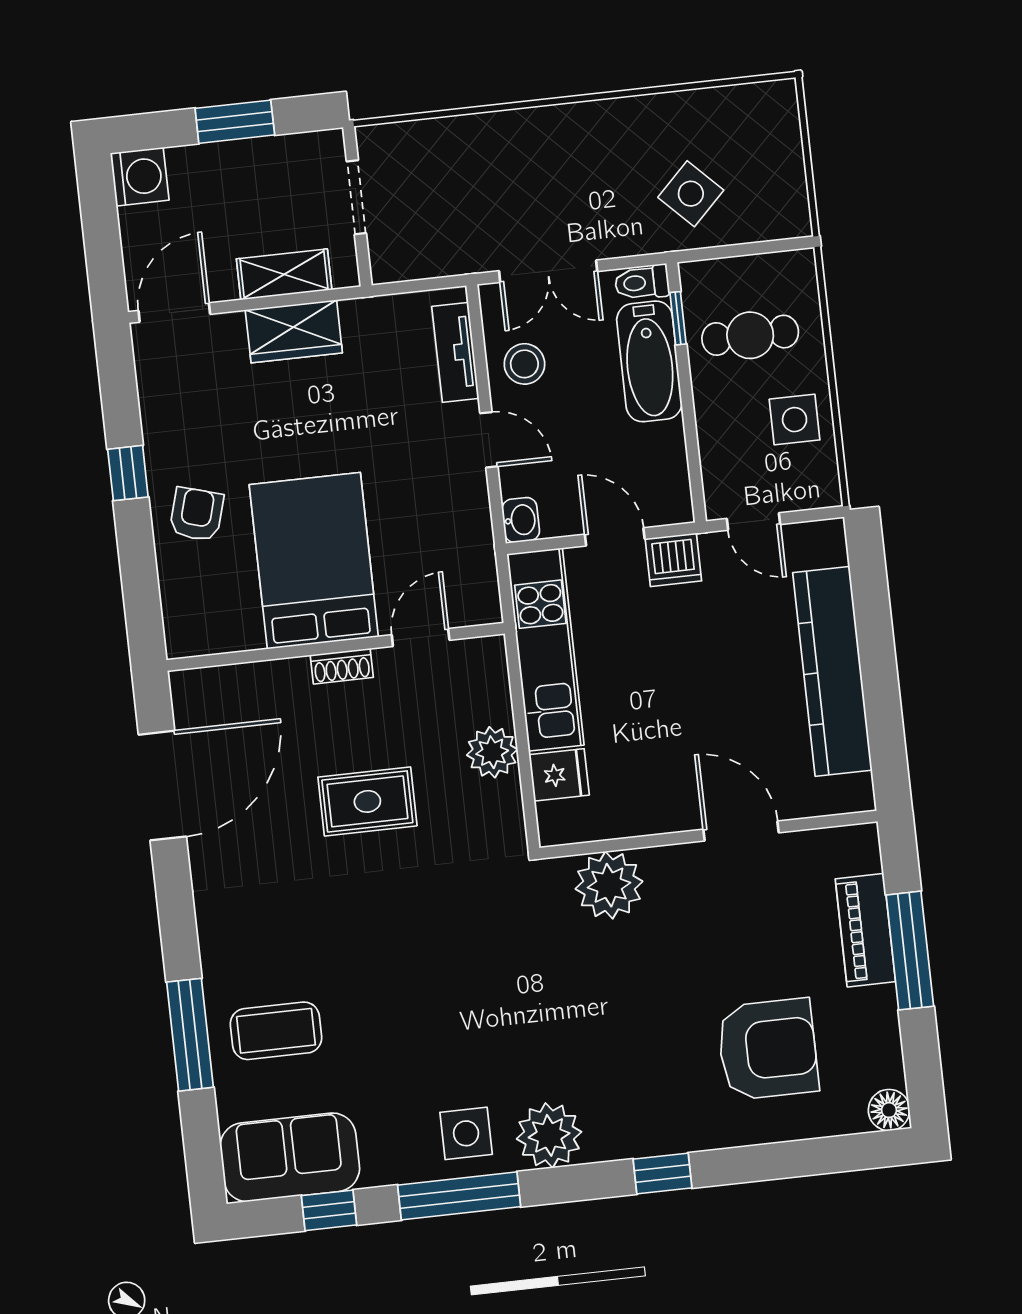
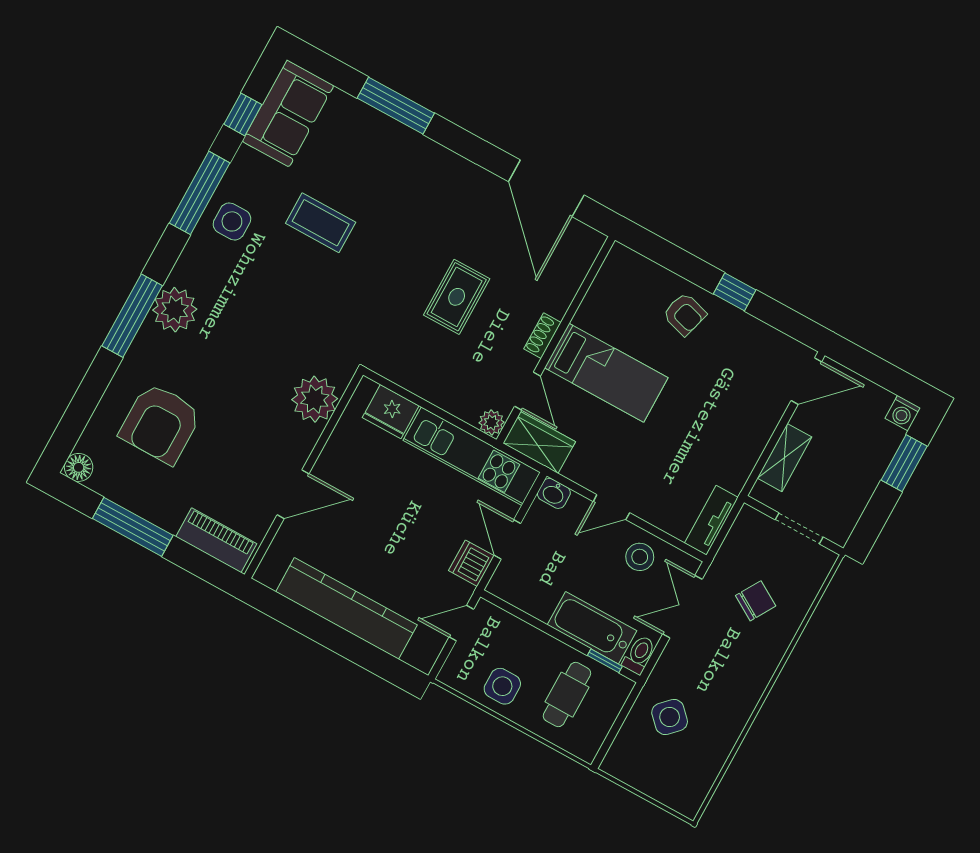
window: (235, 122) -> (904, 463), moved
washing machine: (140, 177) -> (903, 413), width x0.73, depth x0.73
chair: (480, 188) -> (756, 601), added
door: (174, 312) -> (806, 381), hinge flipped
wardrobe: (294, 331) -> (539, 443), moved, turned 90
tv unit: (455, 352) -> (711, 520), moved, turned -90
door: (615, 537) -> (507, 539), swing flipped
bed: (314, 561) -> (606, 373), width x0.67
plant: (492, 752) -> (491, 423), moved, width x0.73, depth x0.73
fridge: (559, 775) -> (391, 412), width x1.38
piano: (865, 930) -> (216, 540), moved
window: (910, 951) -> (133, 527), moved
coffee table: (276, 1031) -> (321, 223), moved, turned 90
plant: (549, 1135) -> (175, 310), moved
window: (662, 1173) -> (132, 316), width x2.17

